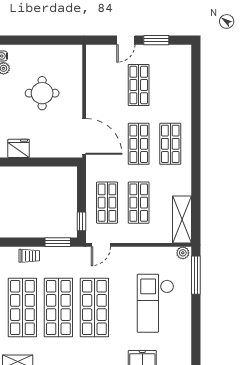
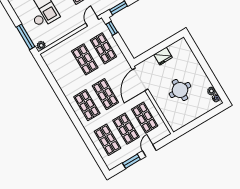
shop shelf: (107, 85) -> (145, 118), added
shop shelf: (170, 85) -> (107, 140), added
door: (84, 136) -> (140, 79), hinge flipped
fridge: (19, 148) -> (163, 56), moved
shelving: (182, 219) -> (53, 65), removed

